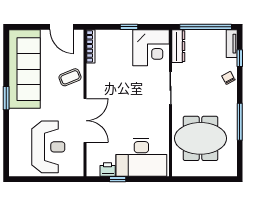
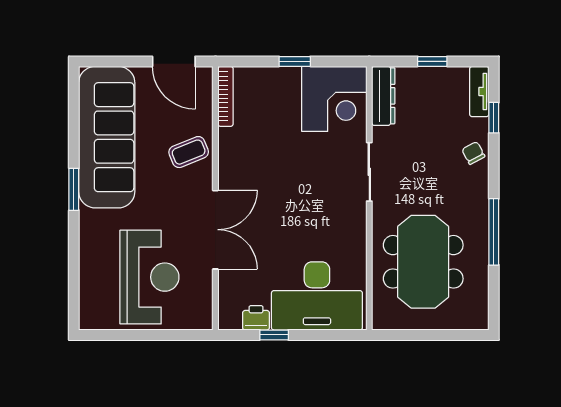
window: (206, 27) -> (432, 61), width x0.32
meeting table: (200, 138) -> (423, 262), turned 90

